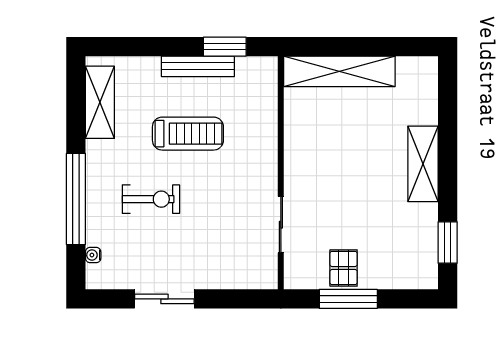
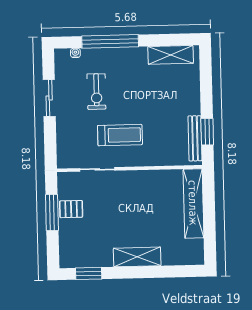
bench: (198, 66) -> (195, 138), moved
treadmill: (188, 134) -> (120, 135), moved, turned -90
exercise bike: (151, 199) -> (96, 92), moved

